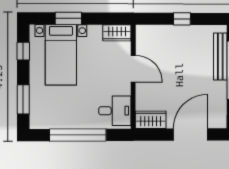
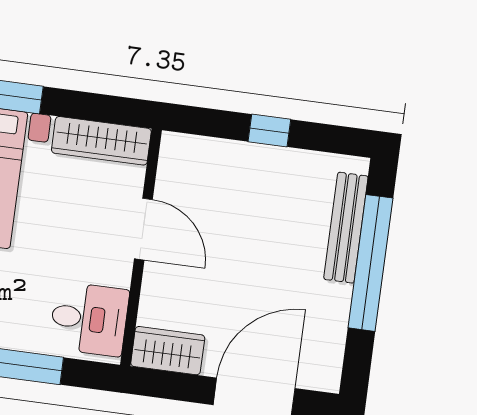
wardrobe: (117, 33) -> (101, 141), width x1.50

